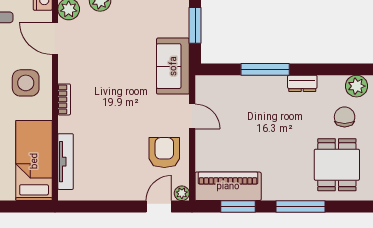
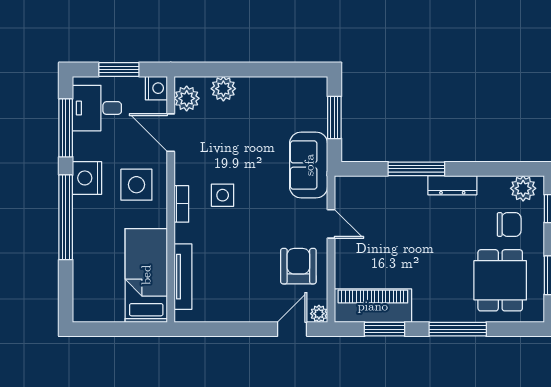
dresser: (302, 83) -> (452, 185), width x1.44
side table: (99, 92) -> (223, 195), added
chair: (345, 117) -> (509, 224), turned 90

